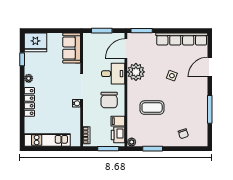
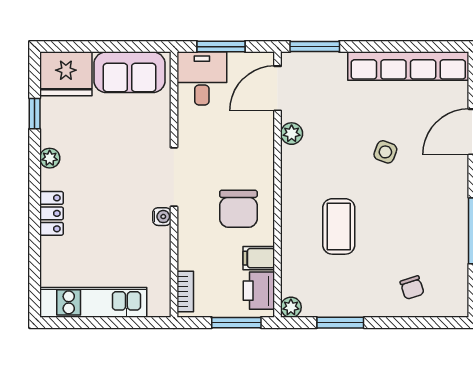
sofa: (72, 48) -> (129, 72), moved, turned -90
plant: (136, 72) -> (292, 134), width x0.53, depth x0.53
desk: (113, 74) -> (202, 78), moved, turned -90
locker: (29, 102) -> (51, 213), width x0.66
coffee table: (152, 108) -> (339, 226), turned 90

